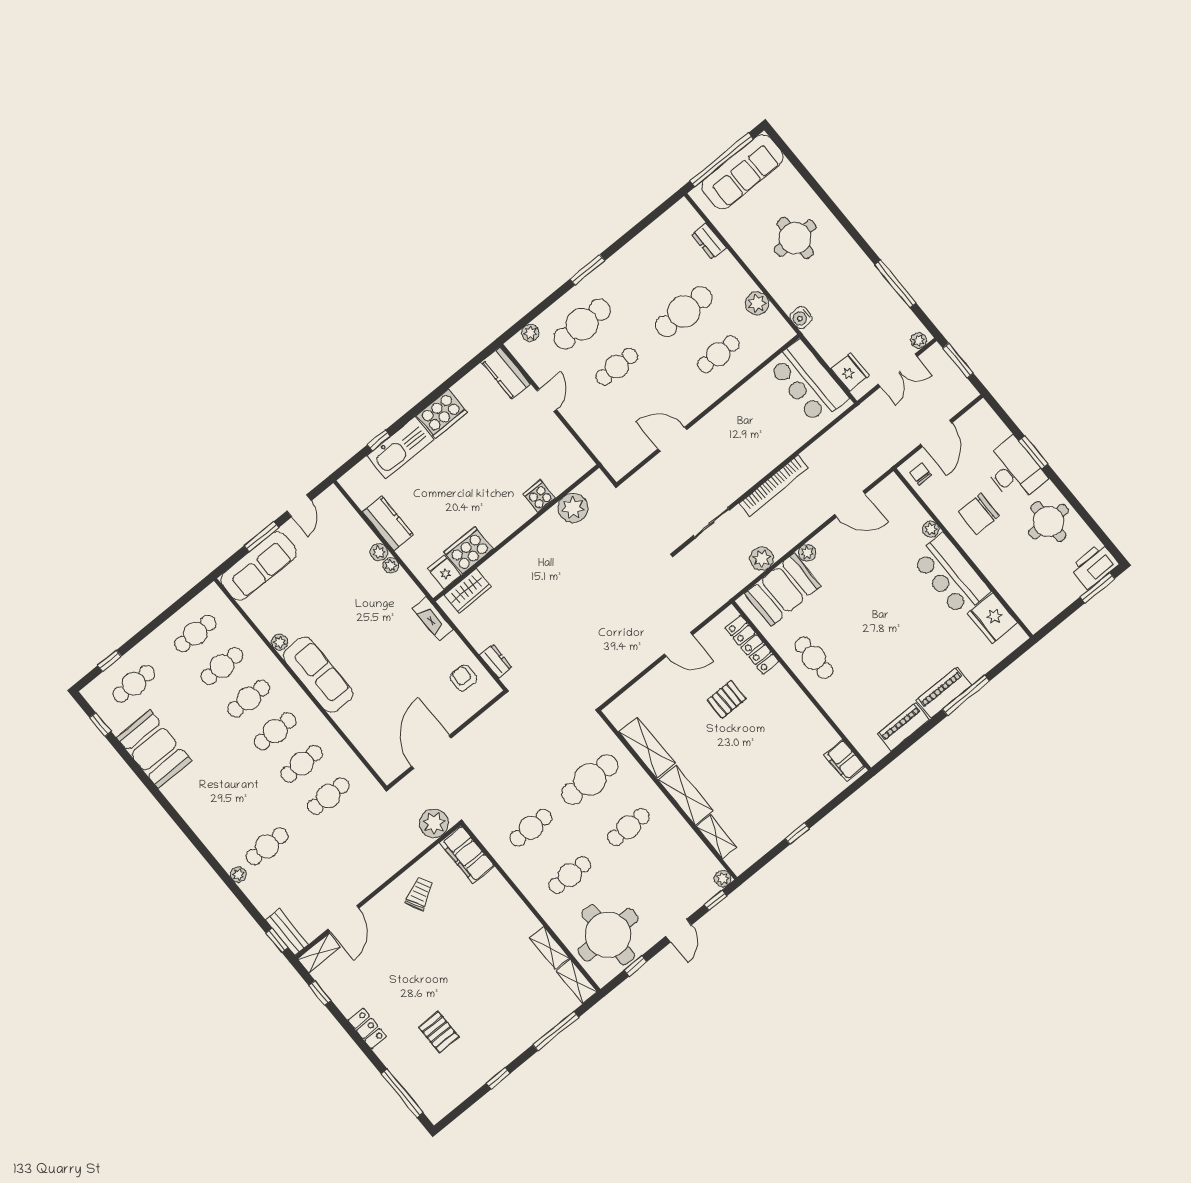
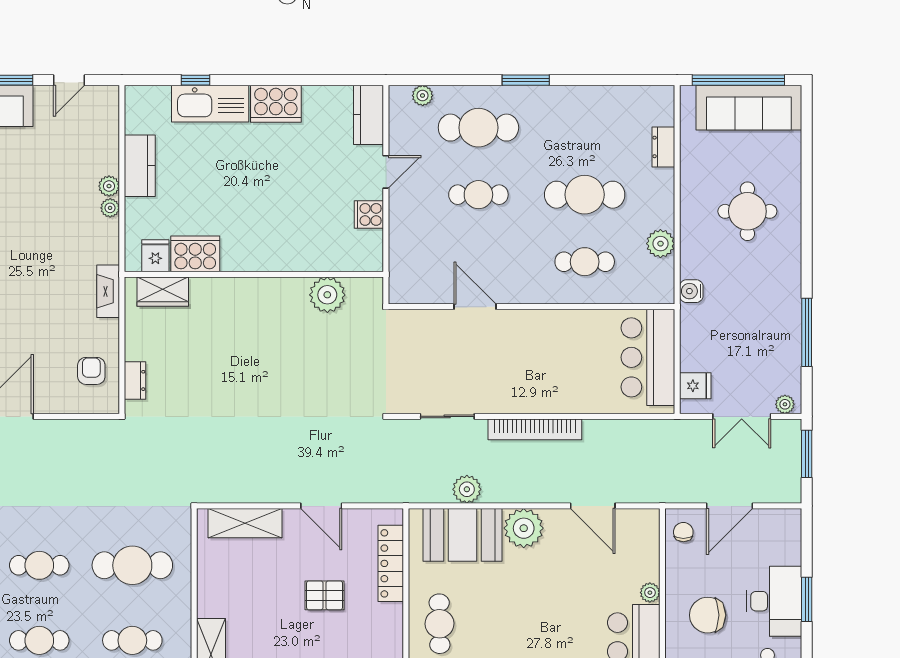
fridge: (850, 372) -> (695, 386), width x0.72
cooker: (539, 496) -> (369, 214), moved, turned -90
plant: (807, 553) -> (524, 528), width x1.87, depth x1.87
shelving: (647, 748) -> (245, 523), moved, turned 90

